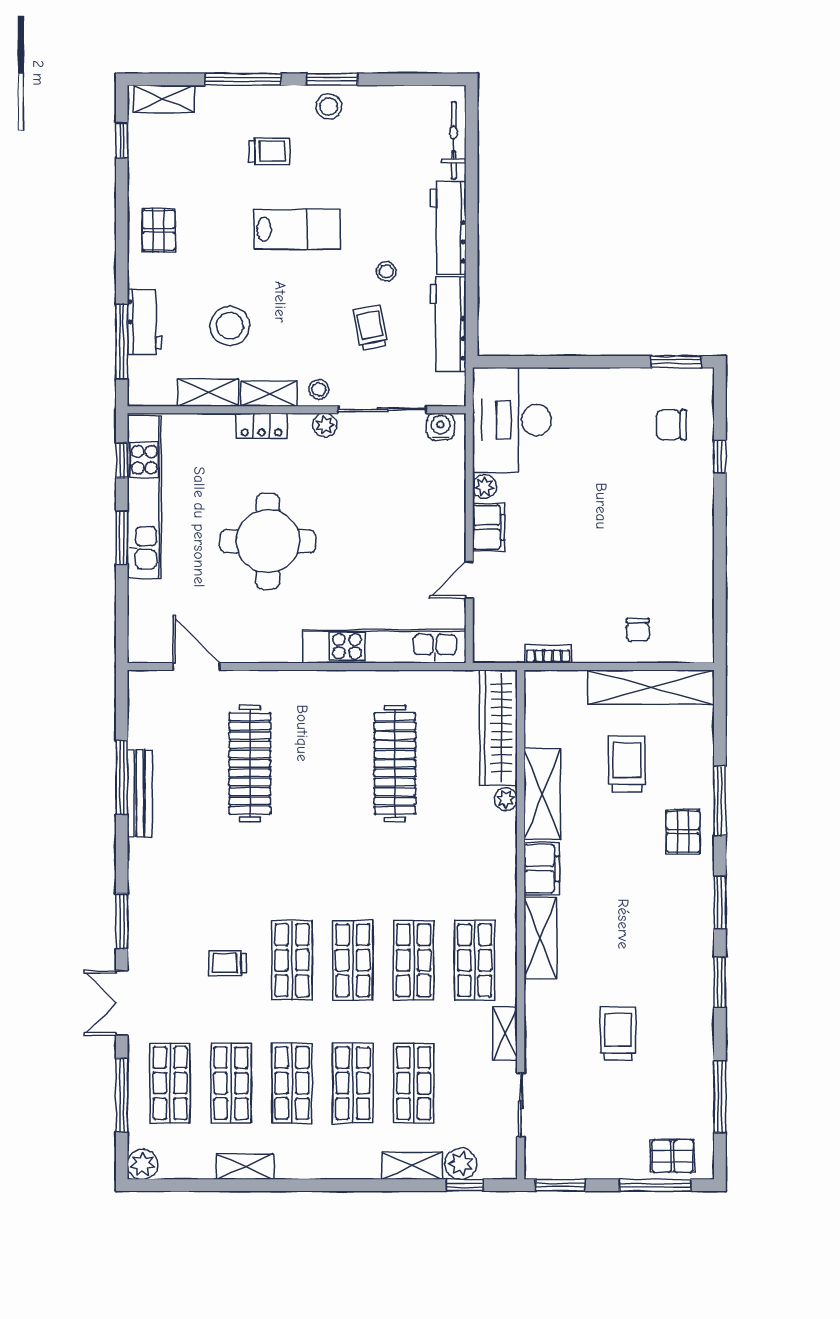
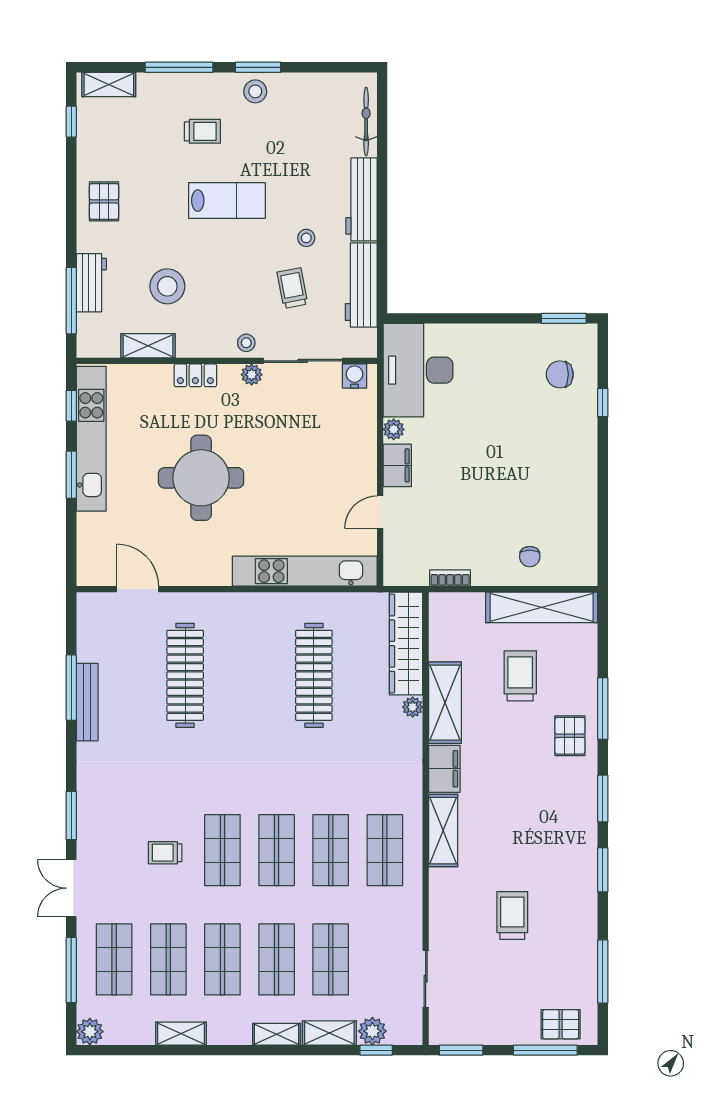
shelving: (269, 394) -> (202, 347), removed
shelving: (505, 1033) -> (276, 1034), moved, turned 90

